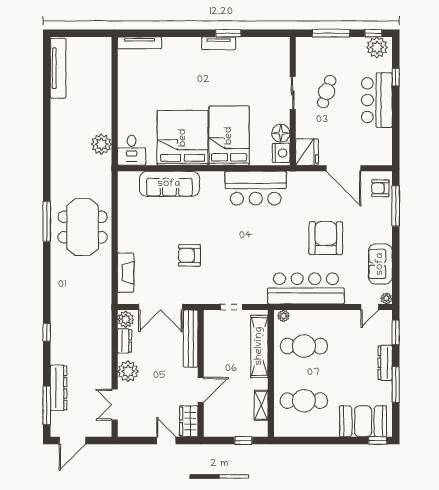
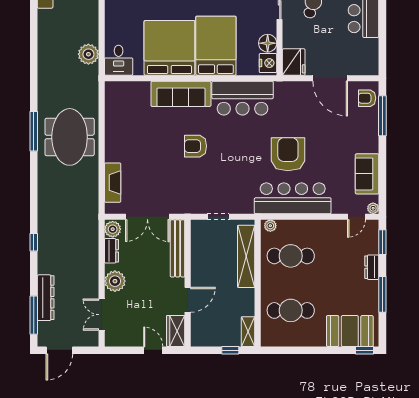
sofa: (169, 184) -> (181, 94), moved
armchair: (326, 238) -> (288, 154), moved
armchair: (189, 255) -> (196, 146), moved
dresser: (385, 363) -> (372, 267), width x0.70
shelving: (261, 405) -> (248, 332), moved

